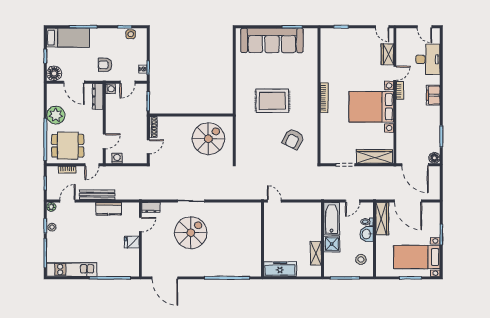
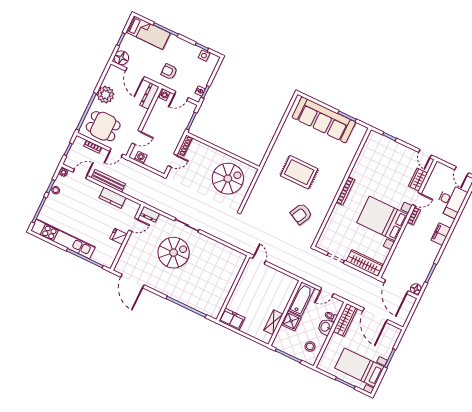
kitchen unit: (72, 269) -> (63, 239), width x1.36
freezer: (280, 269) -> (232, 319), width x0.71

